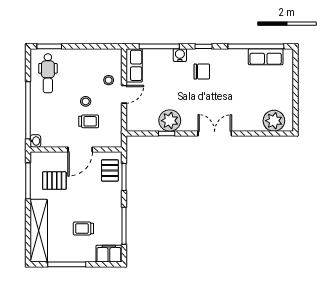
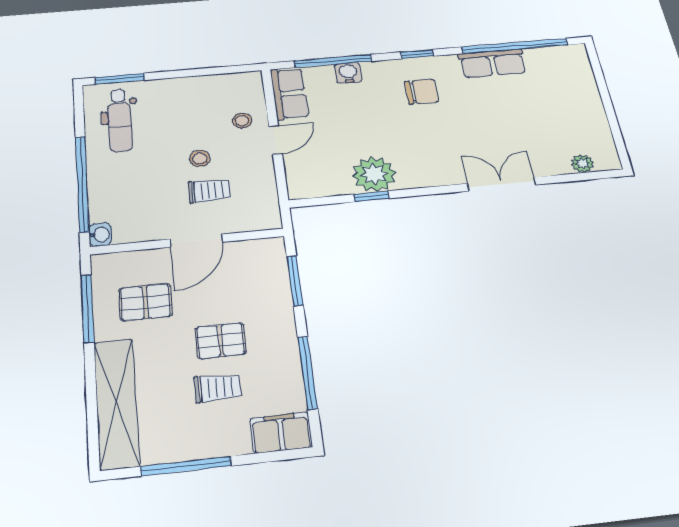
water cooler: (180, 55) -> (348, 73), moved
row of seats: (266, 57) -> (493, 63), moved
plant: (274, 121) -> (582, 164), width x0.53, depth x0.53
double door: (215, 134) -> (502, 184), moved
pallet: (110, 170) -> (220, 341), moved, turned 90
trolley: (83, 229) -> (217, 388), turned 180

